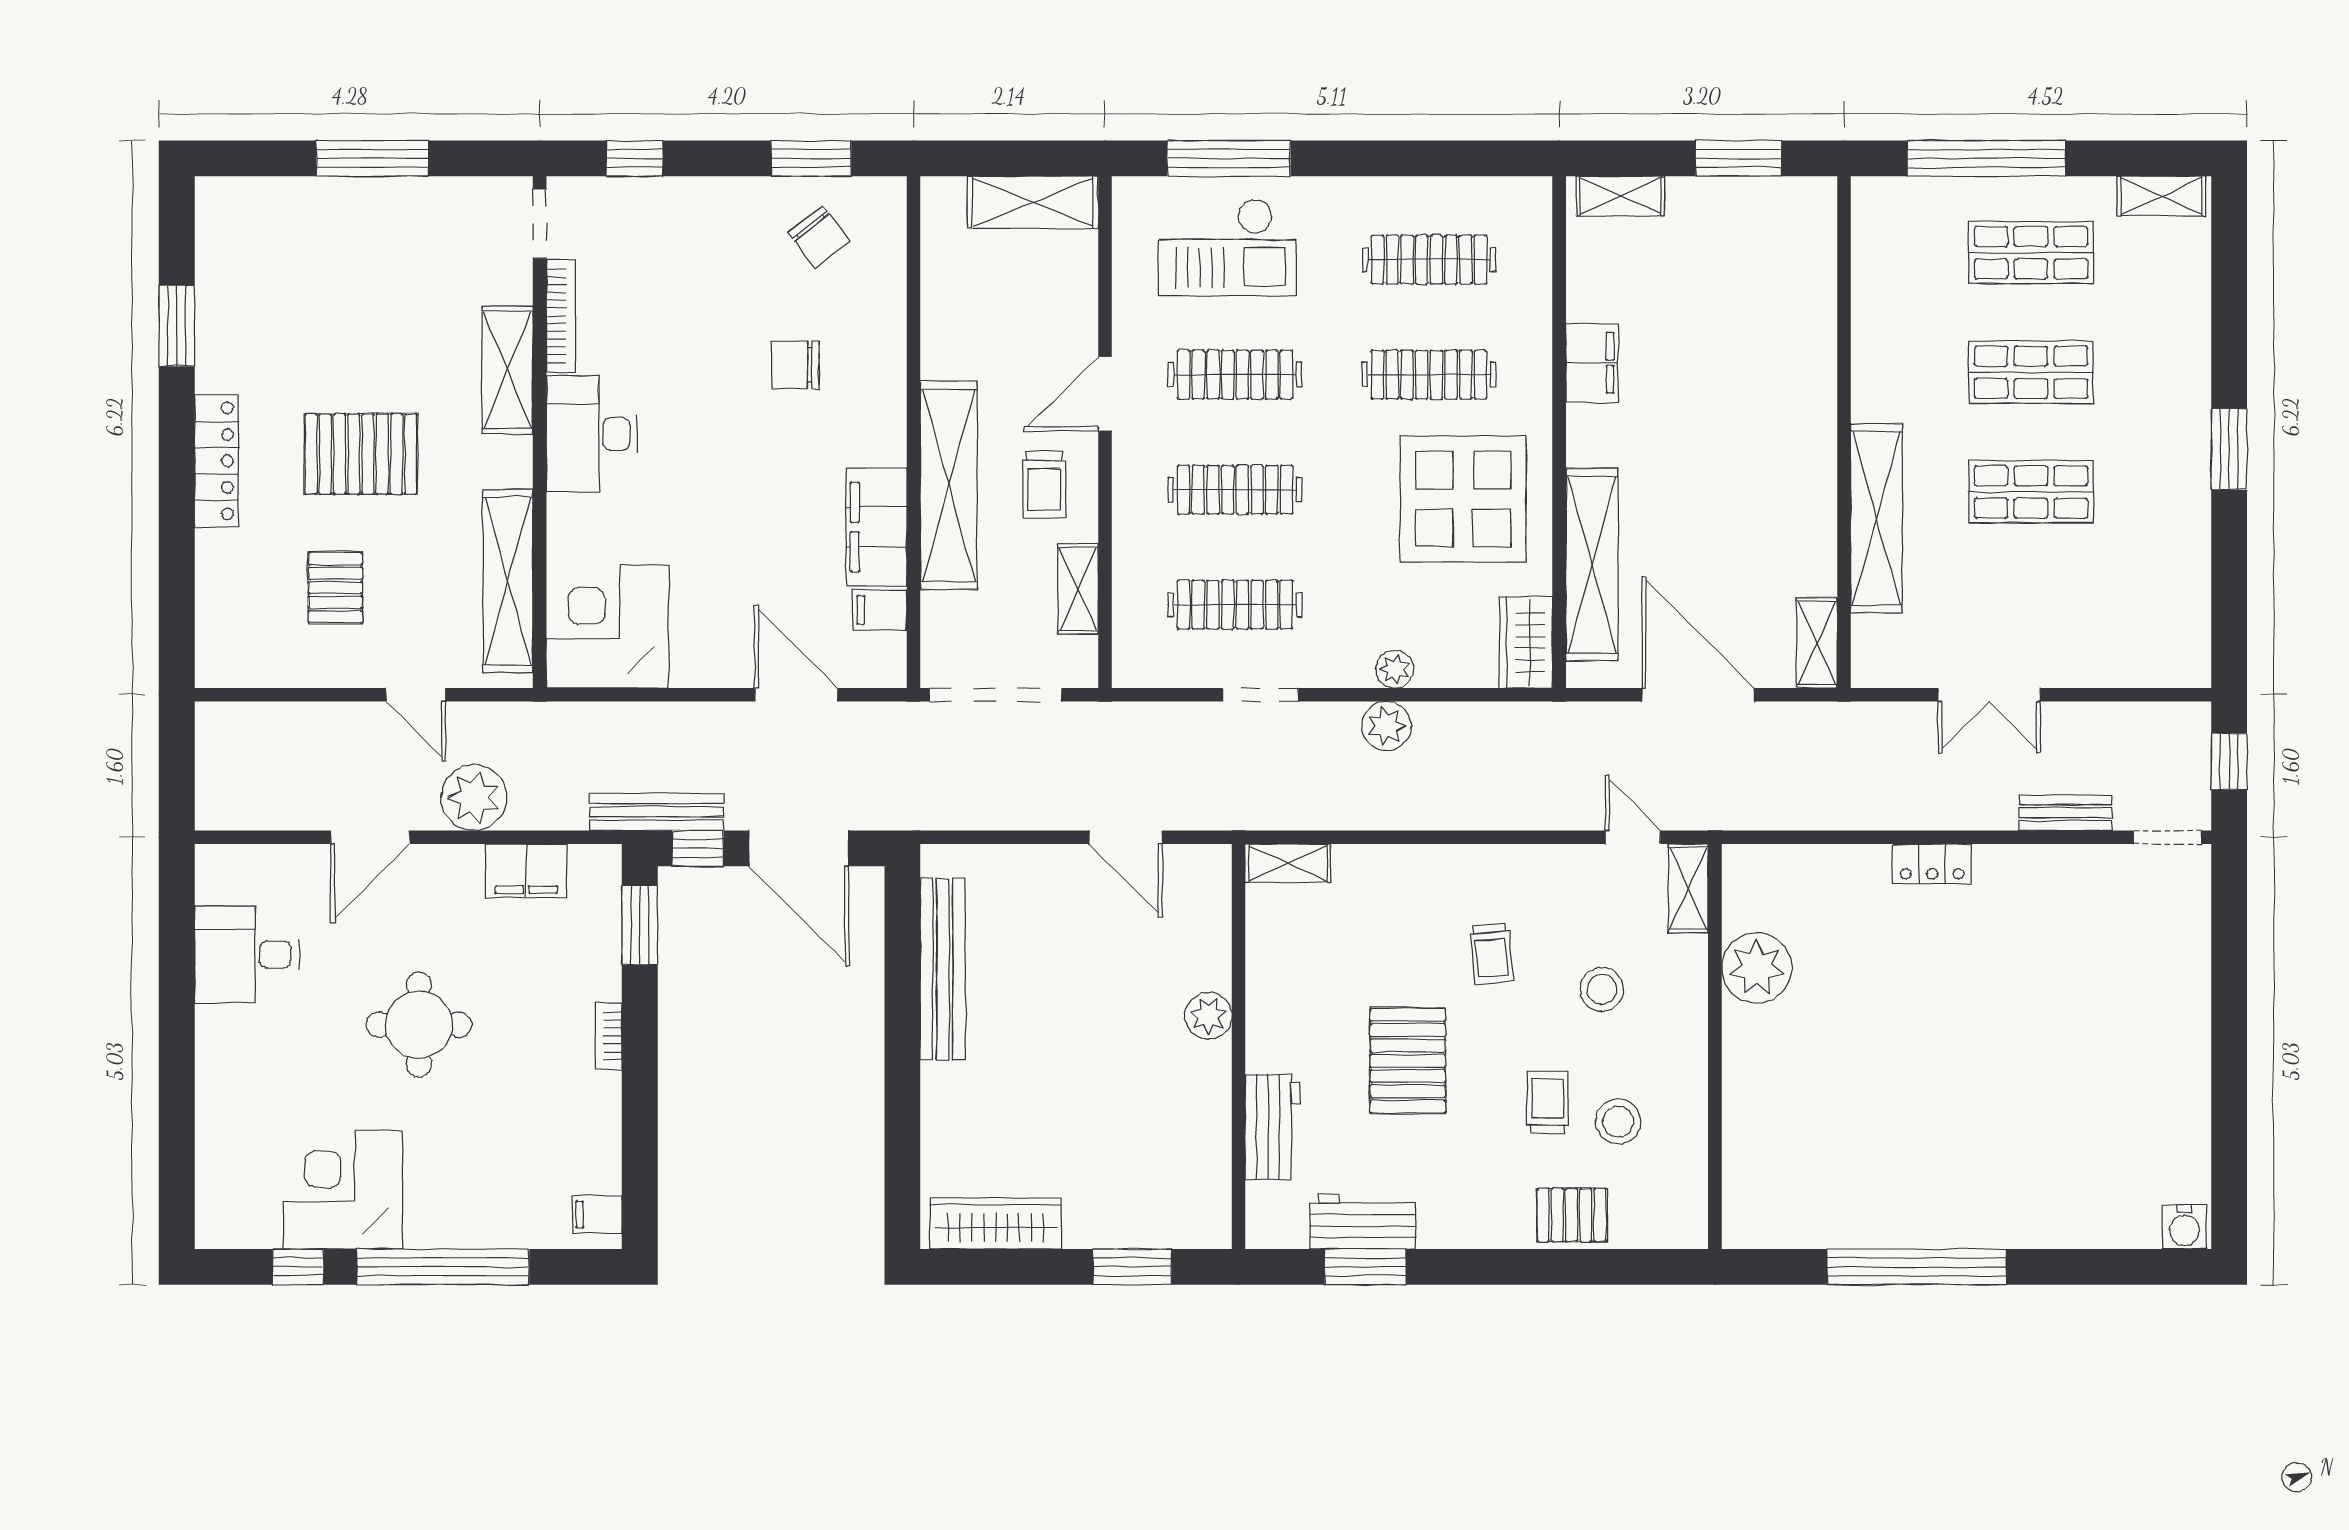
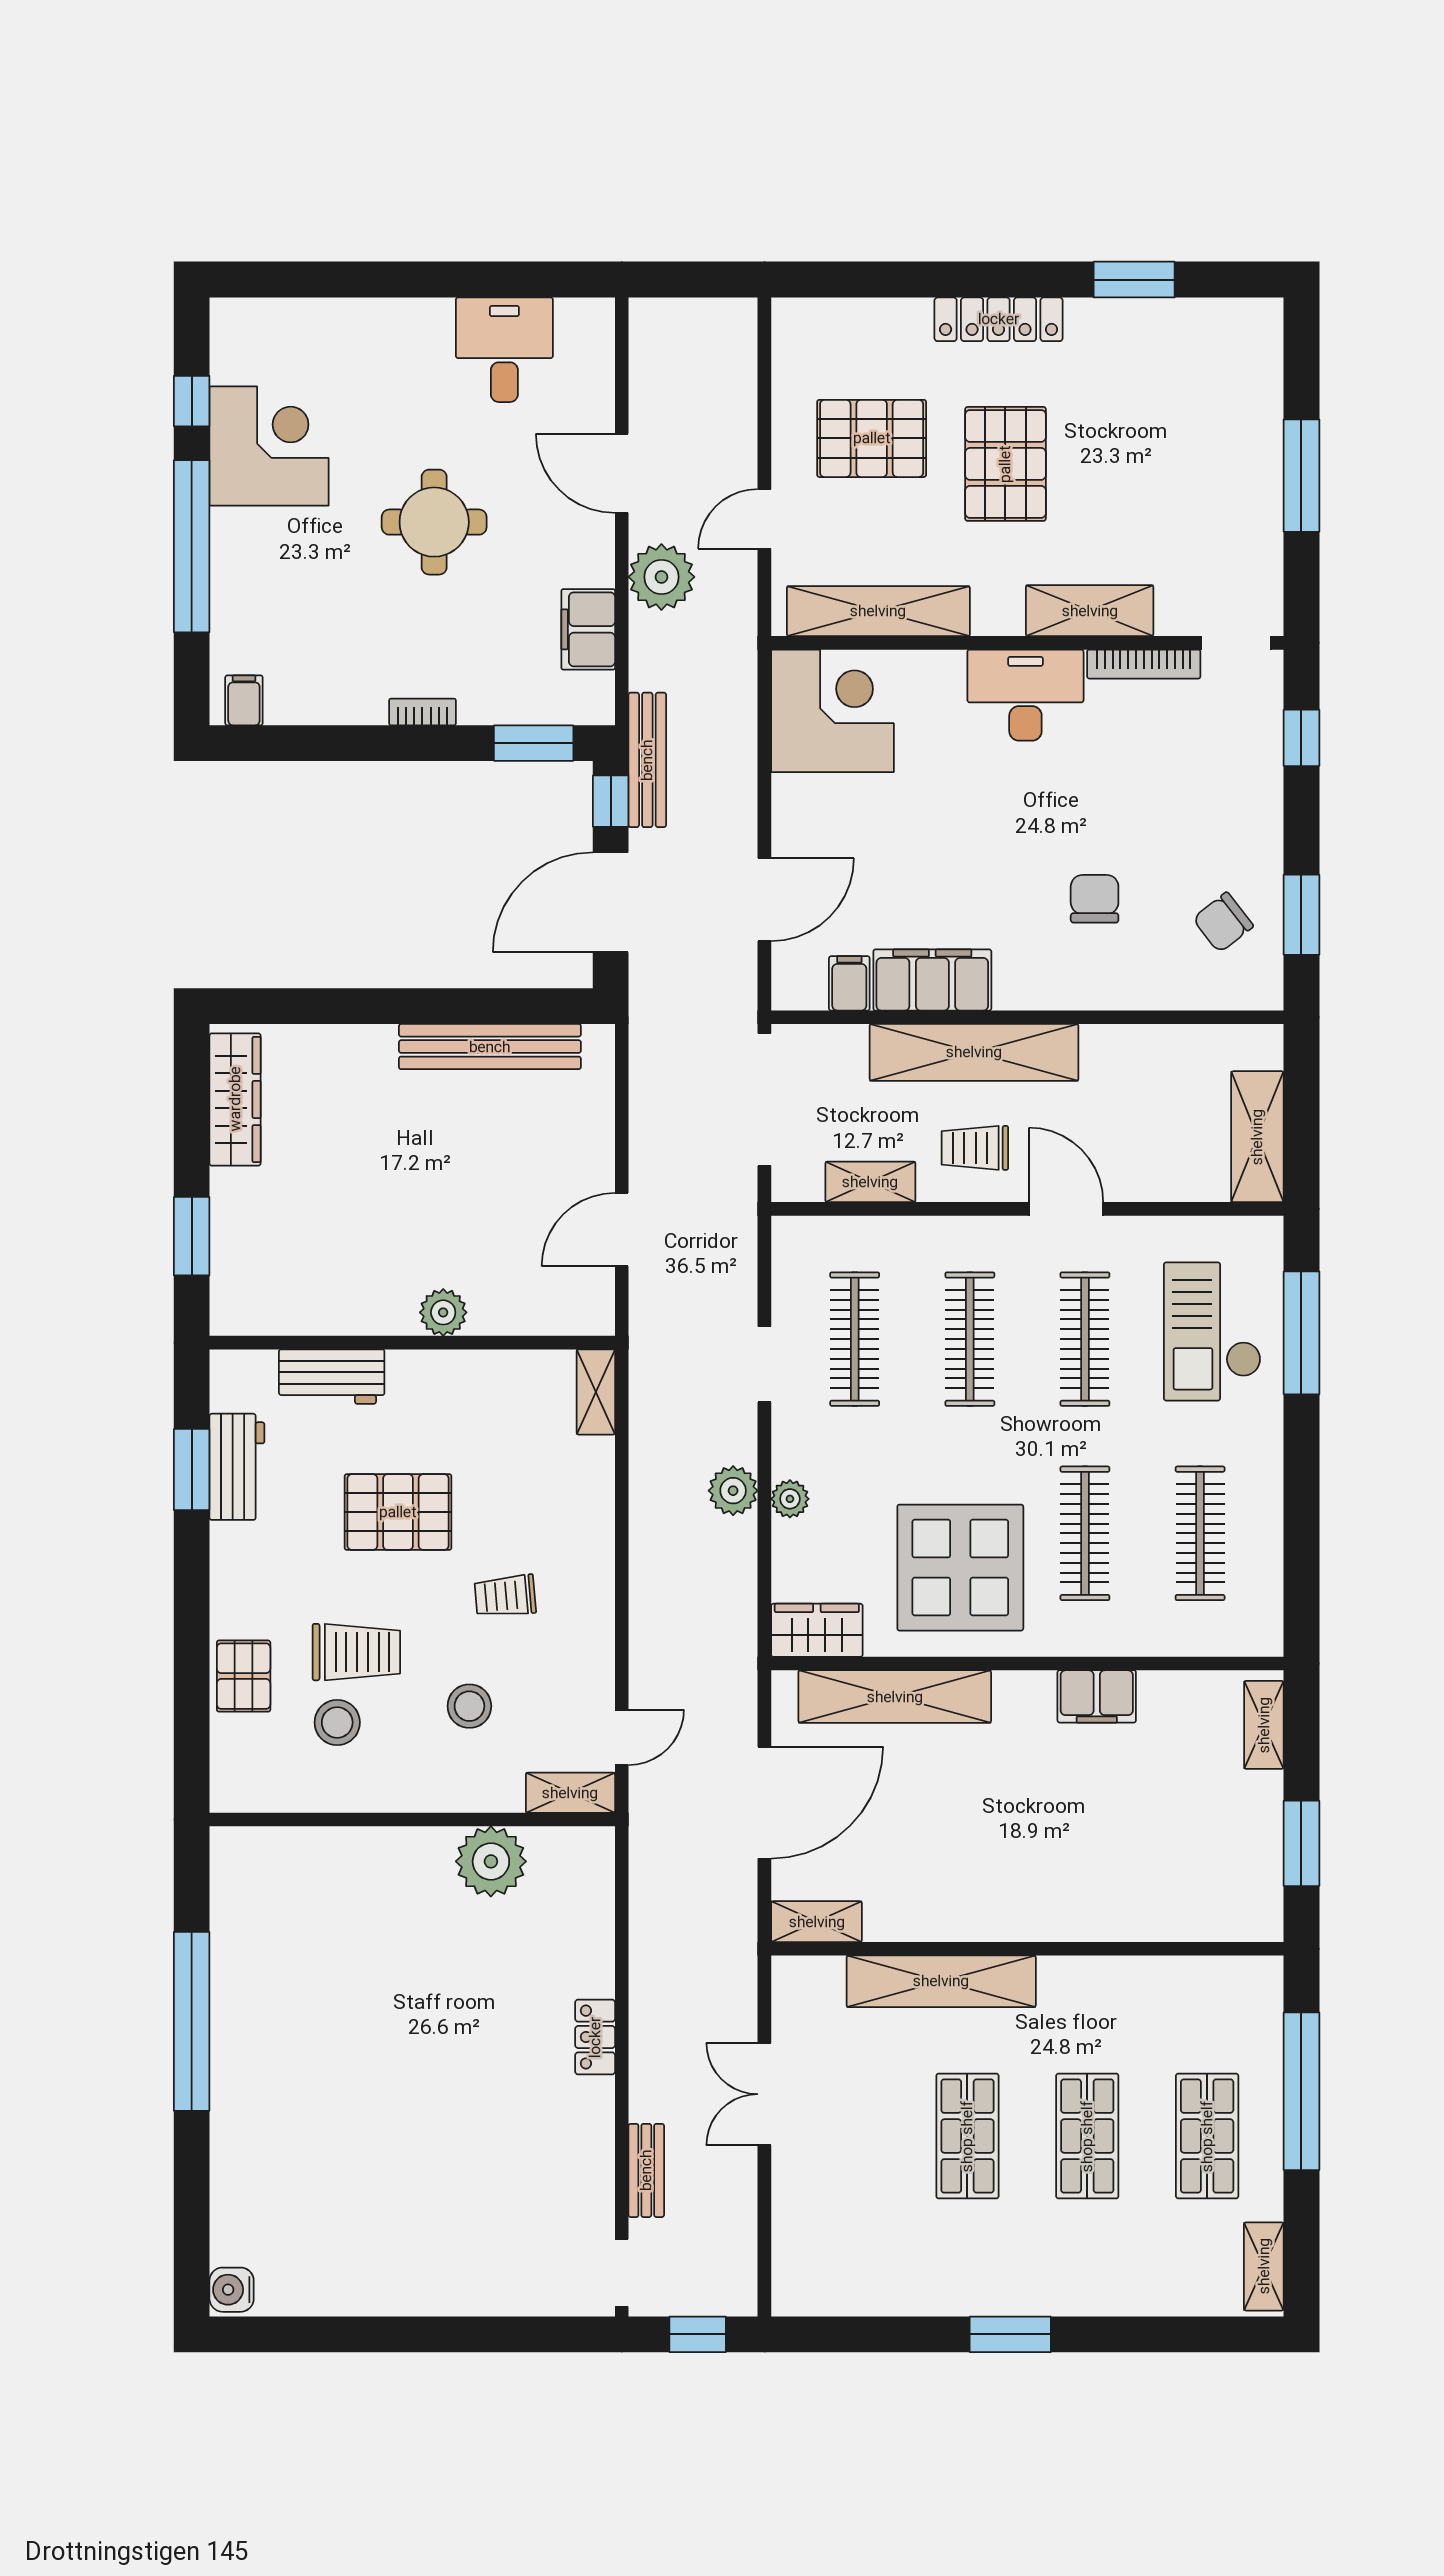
pallet: (335, 588) -> (872, 438), width x1.50, depth x1.42
trolley: (1548, 1102) -> (356, 1652), width x1.36, depth x1.39

